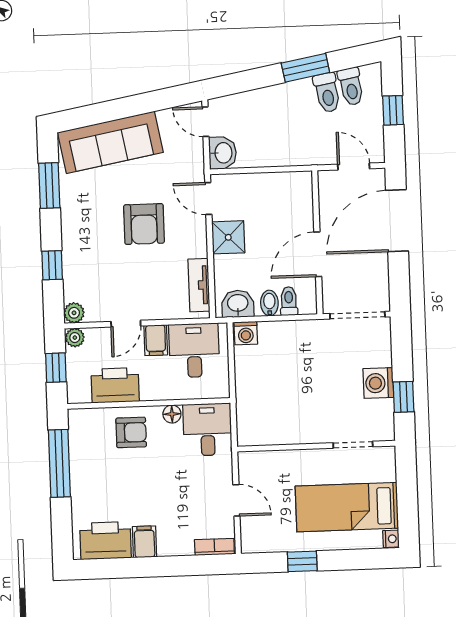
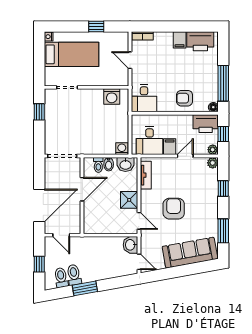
washing machine: (378, 383) -> (112, 97), moved, turned 90
printer: (115, 385) -> (206, 124), moved
floor lamp: (172, 414) -> (213, 107), moved

